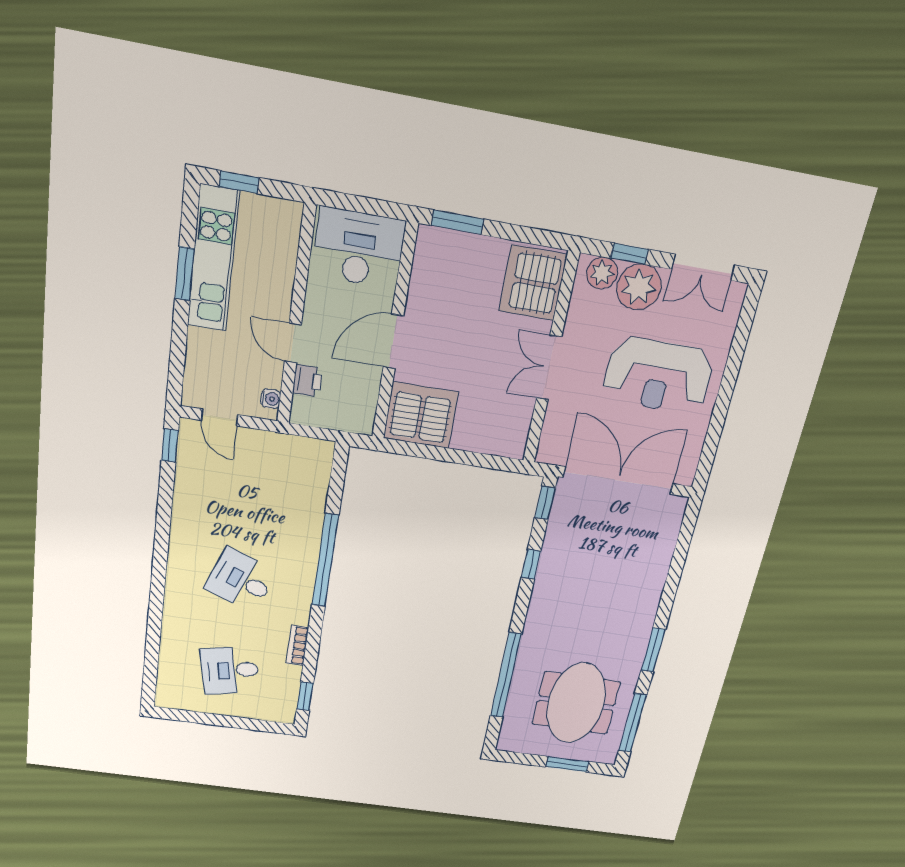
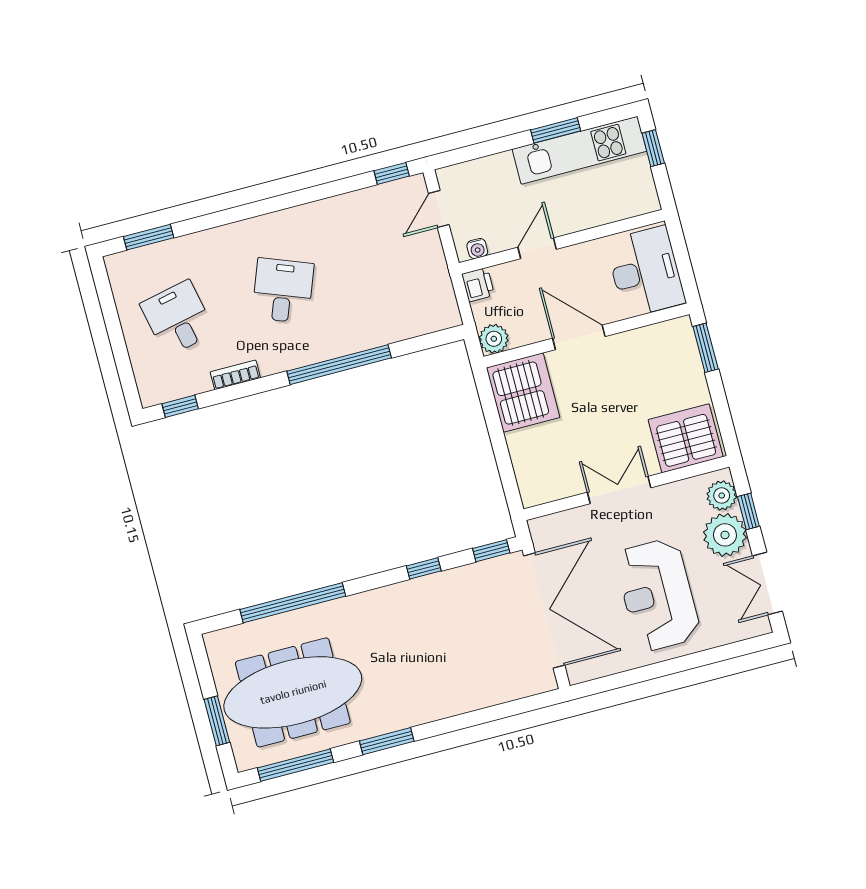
printer: (307, 381) -> (478, 285), moved, turned -90
plant: (360, 420) -> (494, 339), added
window: (151, 666) -> (149, 237), added
meeting table: (576, 703) -> (293, 692), width x1.36

